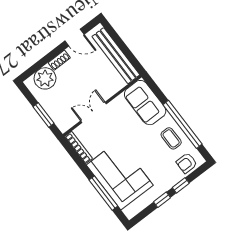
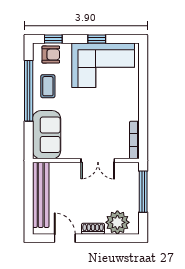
window: (43, 115) -> (143, 192), width x1.44
corner sofa: (120, 175) -> (103, 65), moved, turned -90
window: (181, 185) -> (53, 39), moved
window: (103, 193) -> (143, 84), removed

